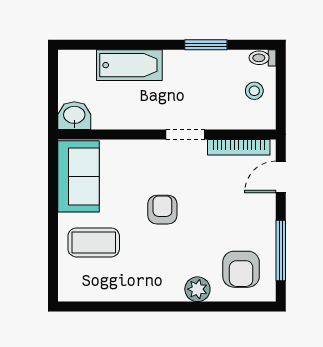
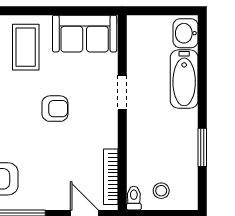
toilet: (263, 58) -> (134, 198), moved
washbasin: (74, 116) -> (186, 33), moved, turned 180
doorway: (185, 134) -> (122, 92), moved

